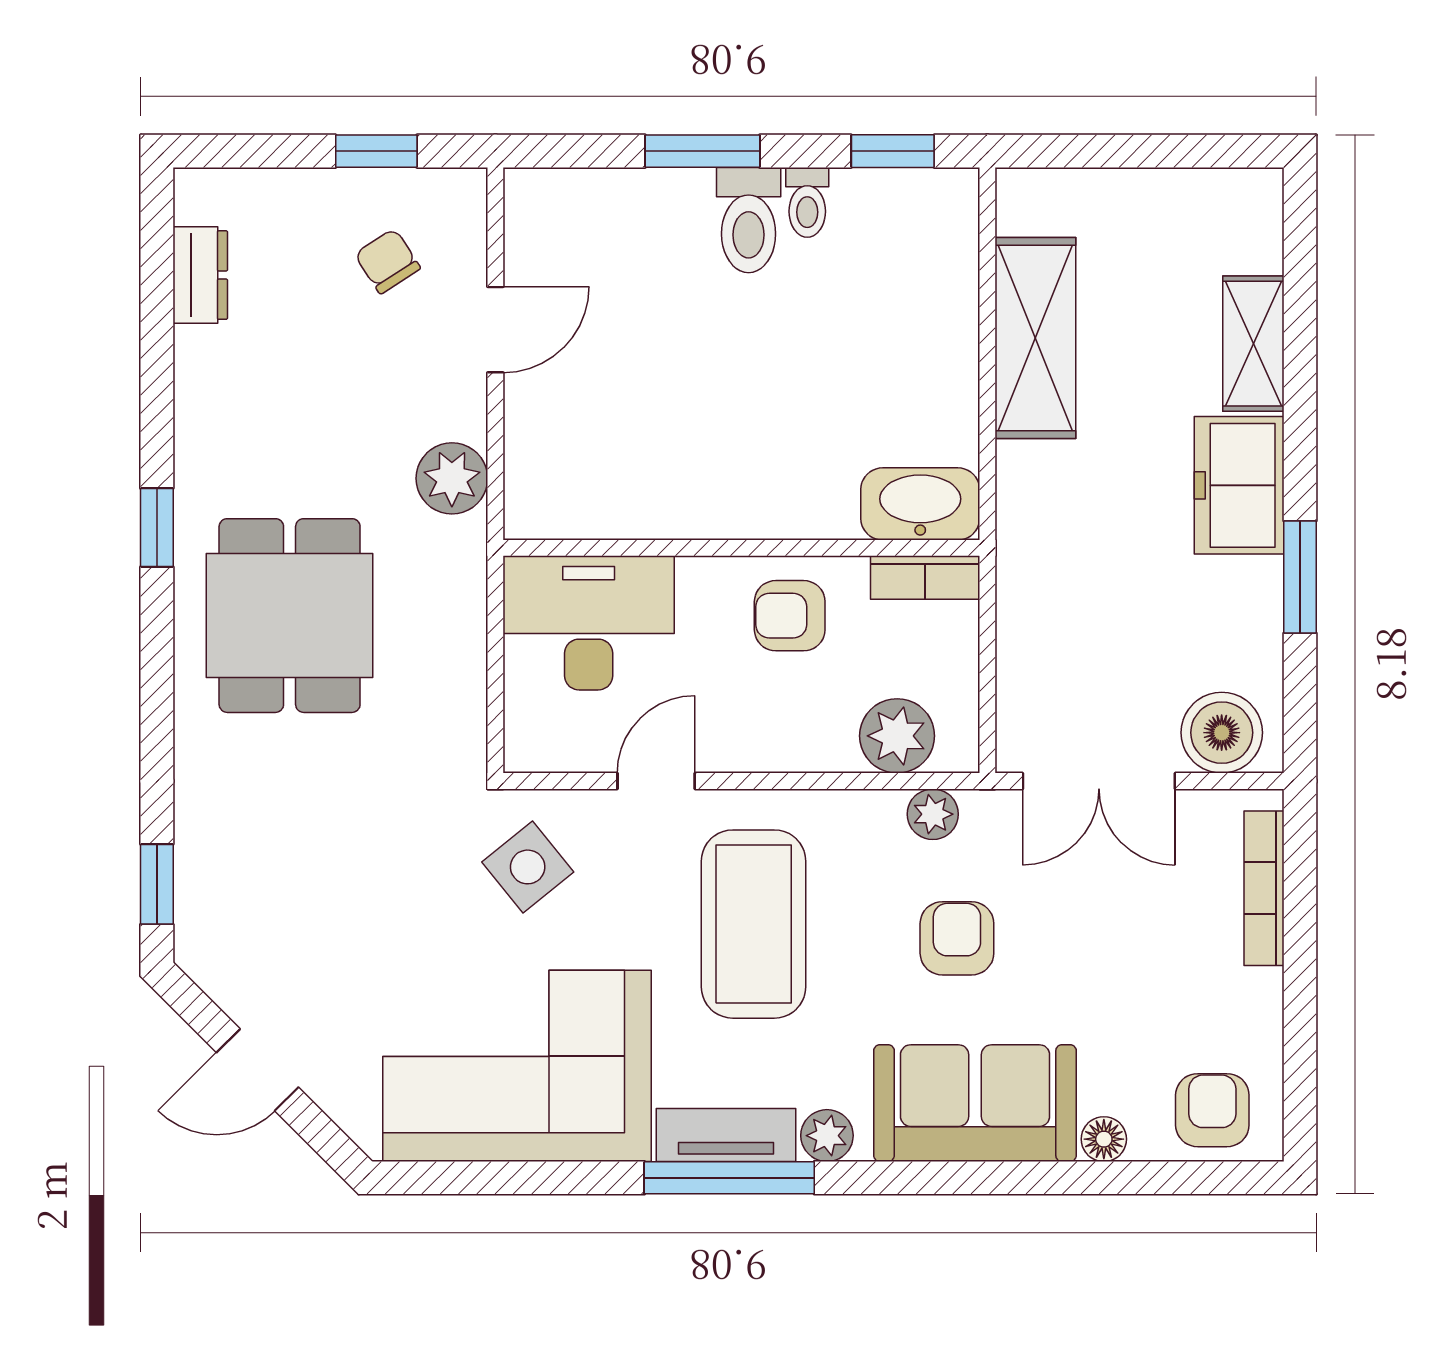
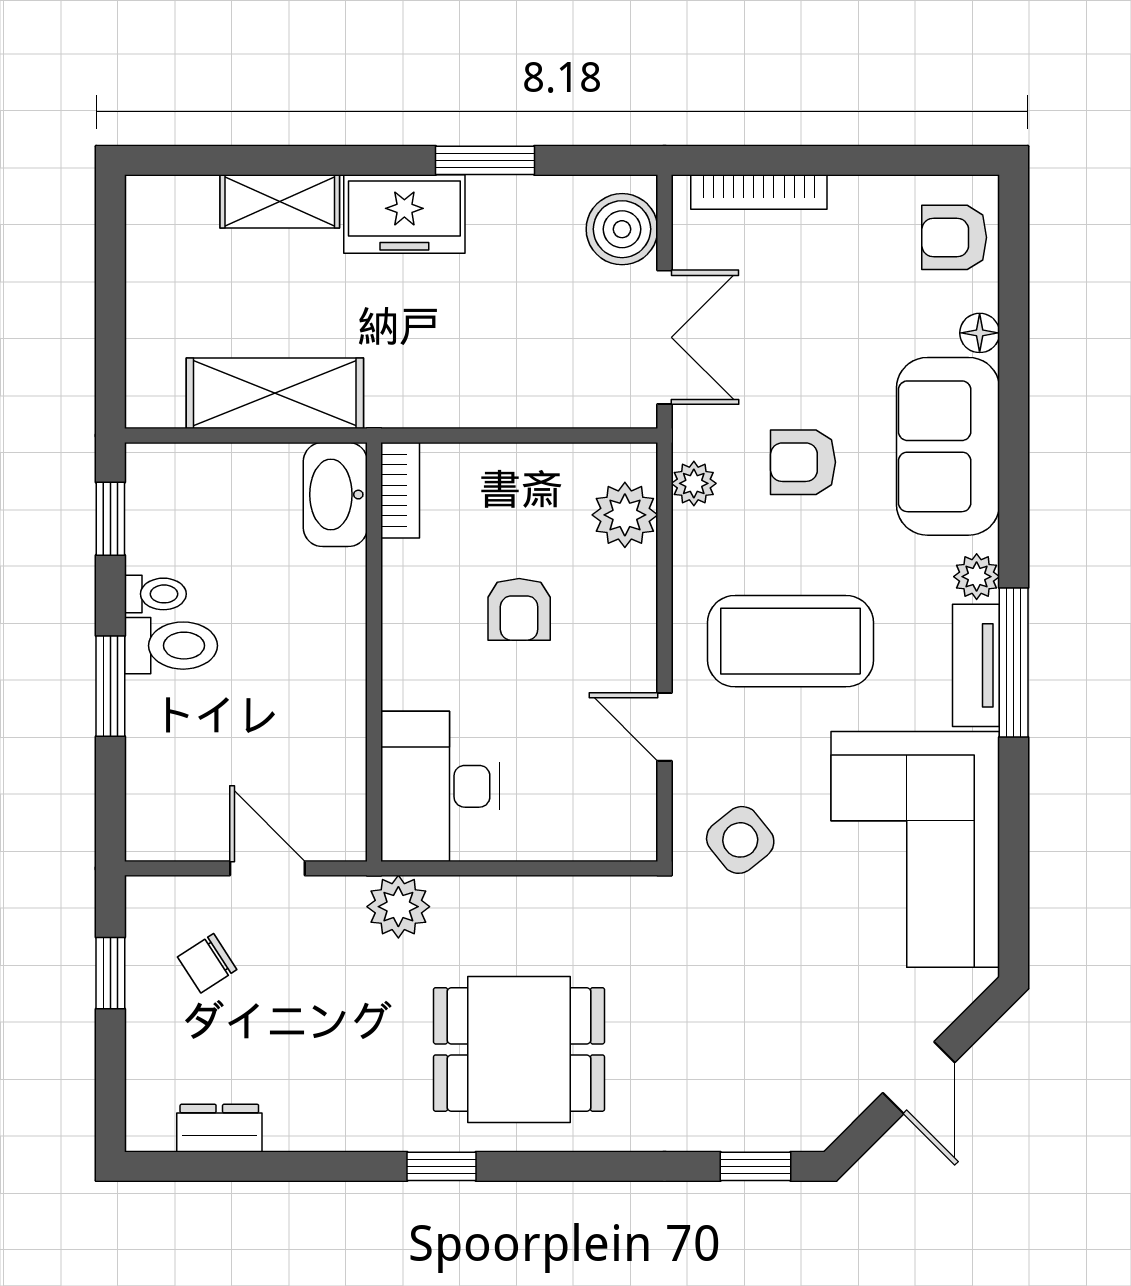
washbasin: (920, 504) -> (335, 495), moved
wall: (741, 548) -> (374, 652), moved
bookcase: (925, 578) -> (400, 490), moved
desk: (589, 623) -> (440, 786), moved

